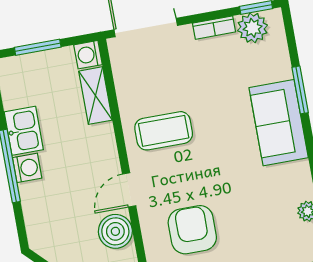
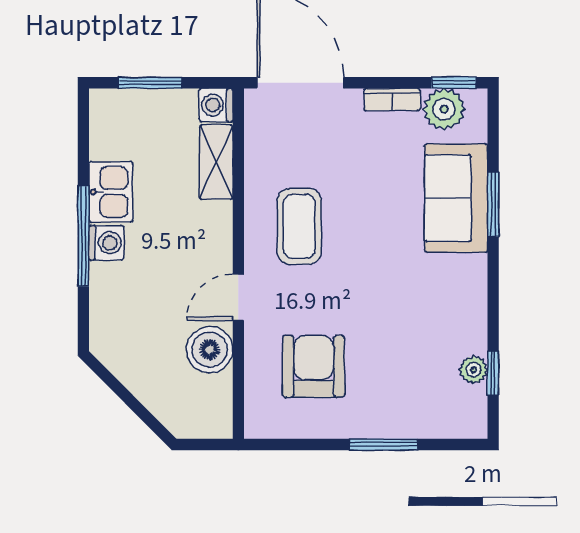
sofa: (279, 123) -> (456, 198), moved
coffee table: (164, 131) -> (299, 226), turned 90

